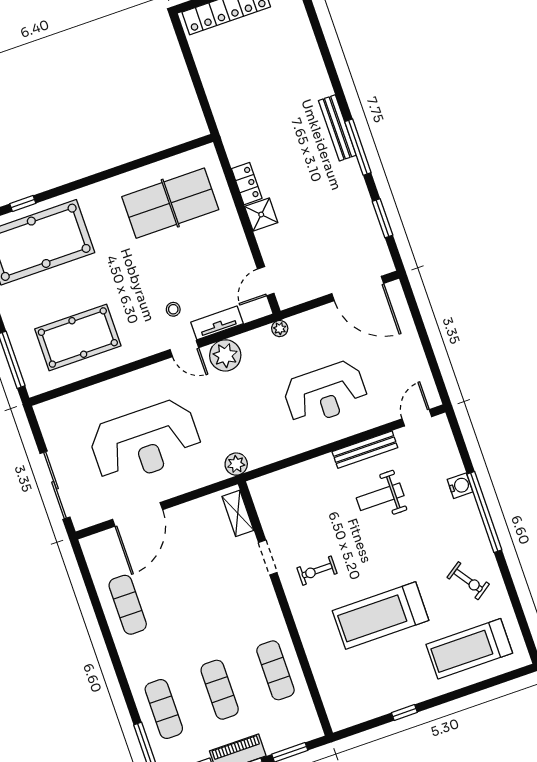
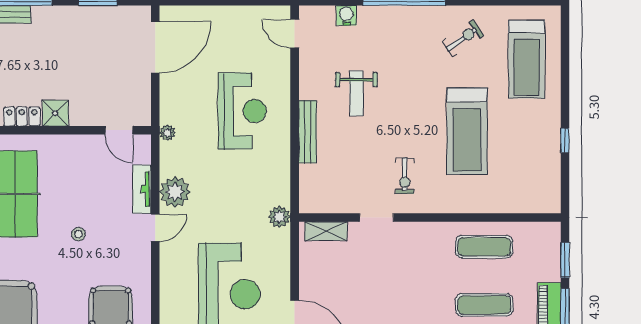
stool: (173, 309) -> (79, 234), moved
bench: (365, 450) -> (308, 132), moved
water cooler: (460, 486) -> (346, 15), moved

